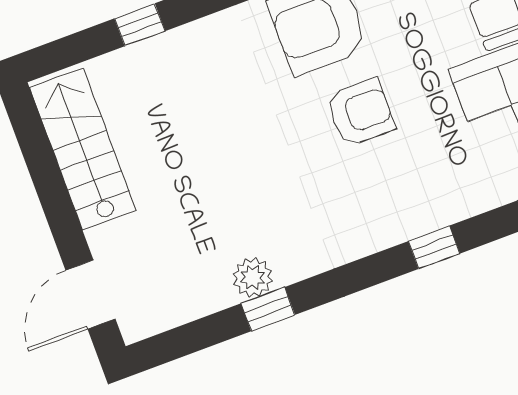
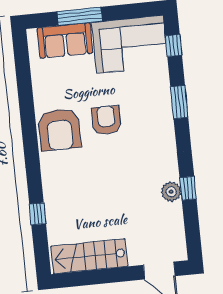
window: (434, 247) -> (179, 102), width x1.50

